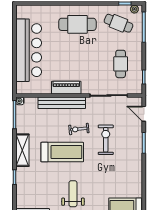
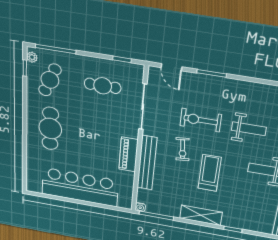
door: (144, 114) -> (172, 67), hinge flipped
treadmill: (62, 152) -> (210, 173), width x0.73, depth x0.73
weight bench: (105, 176) -> (249, 129), added

